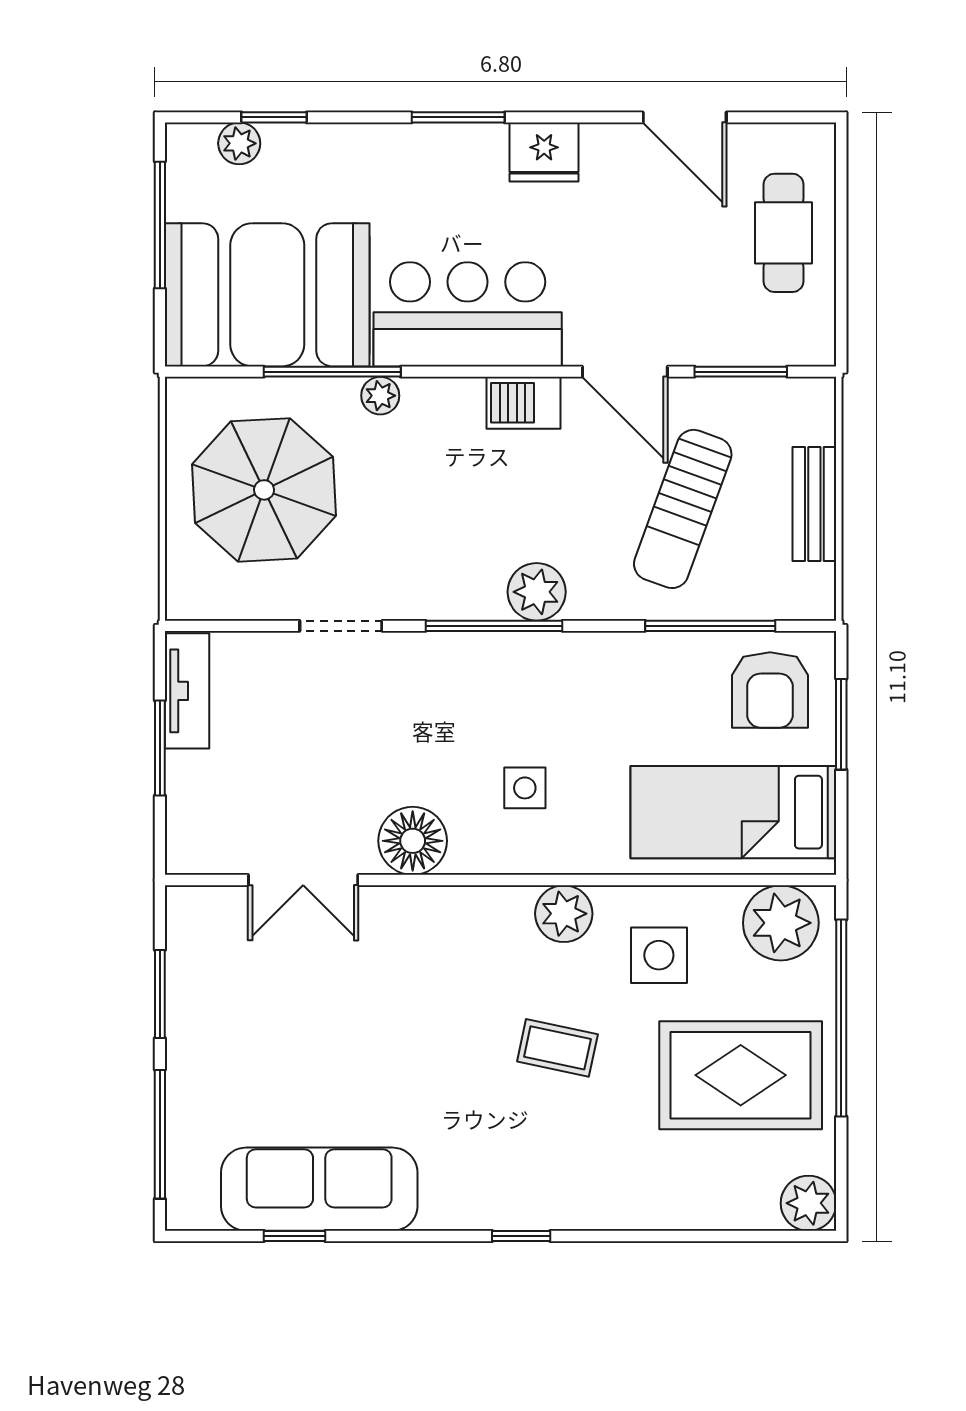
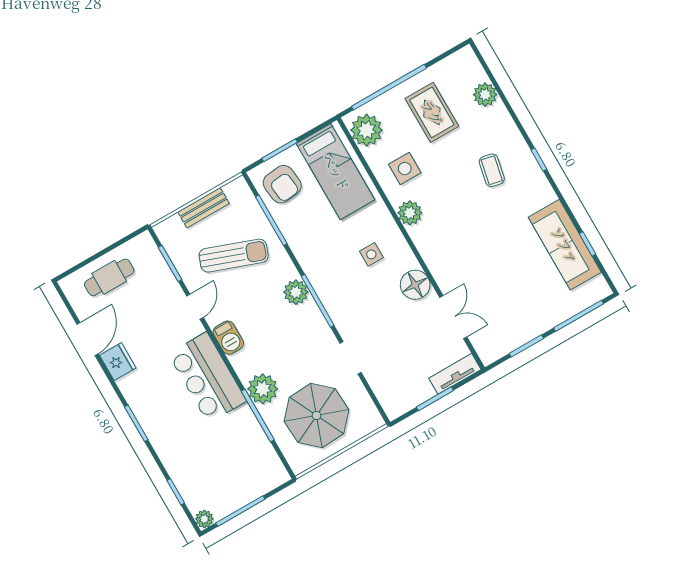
plant: (239, 143) -> (204, 519), moved
fridge: (544, 152) -> (118, 362), moved
booth: (267, 295) -> (243, 456), removed
door: (625, 372) -> (195, 307), width x0.73
plant: (380, 396) -> (263, 389), width x1.88, depth x1.88
armchair: (770, 690) -> (282, 184), turned 84
tv unit: (187, 691) -> (455, 374), moved
coffee table: (557, 1048) -> (492, 170), moved
rug: (741, 1075) -> (432, 112), width x0.73, depth x0.70
plant: (808, 1203) -> (485, 95), moved

